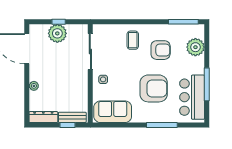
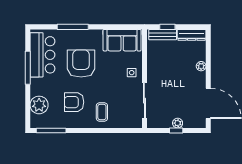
plant: (57, 33) -> (178, 123), width x0.53, depth x0.53
armchair: (154, 88) -> (81, 64), turned 90

